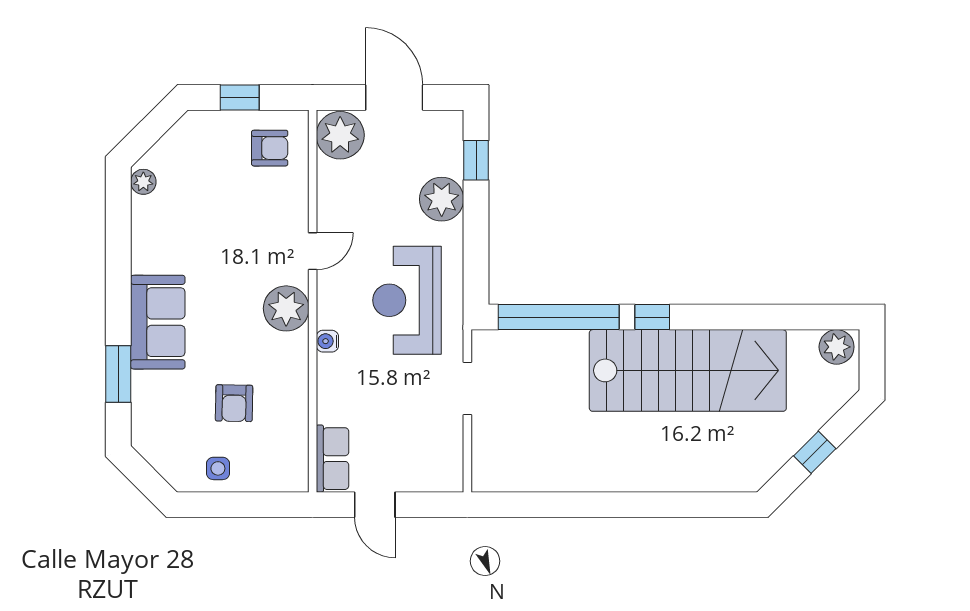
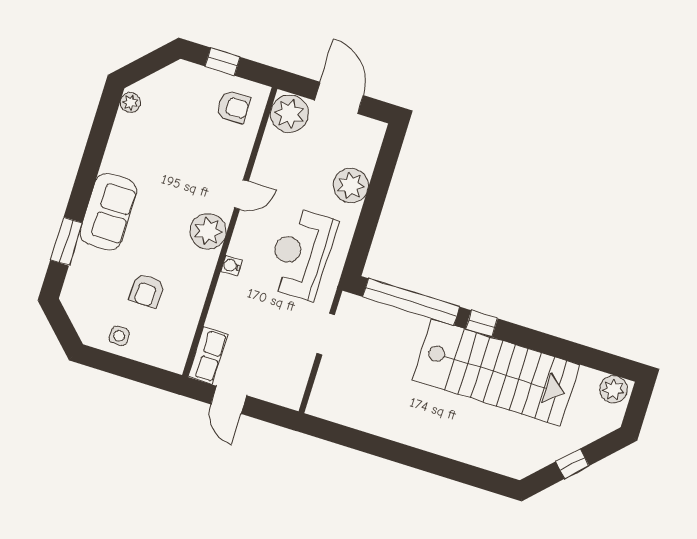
window: (476, 160) -> (386, 164), removed

